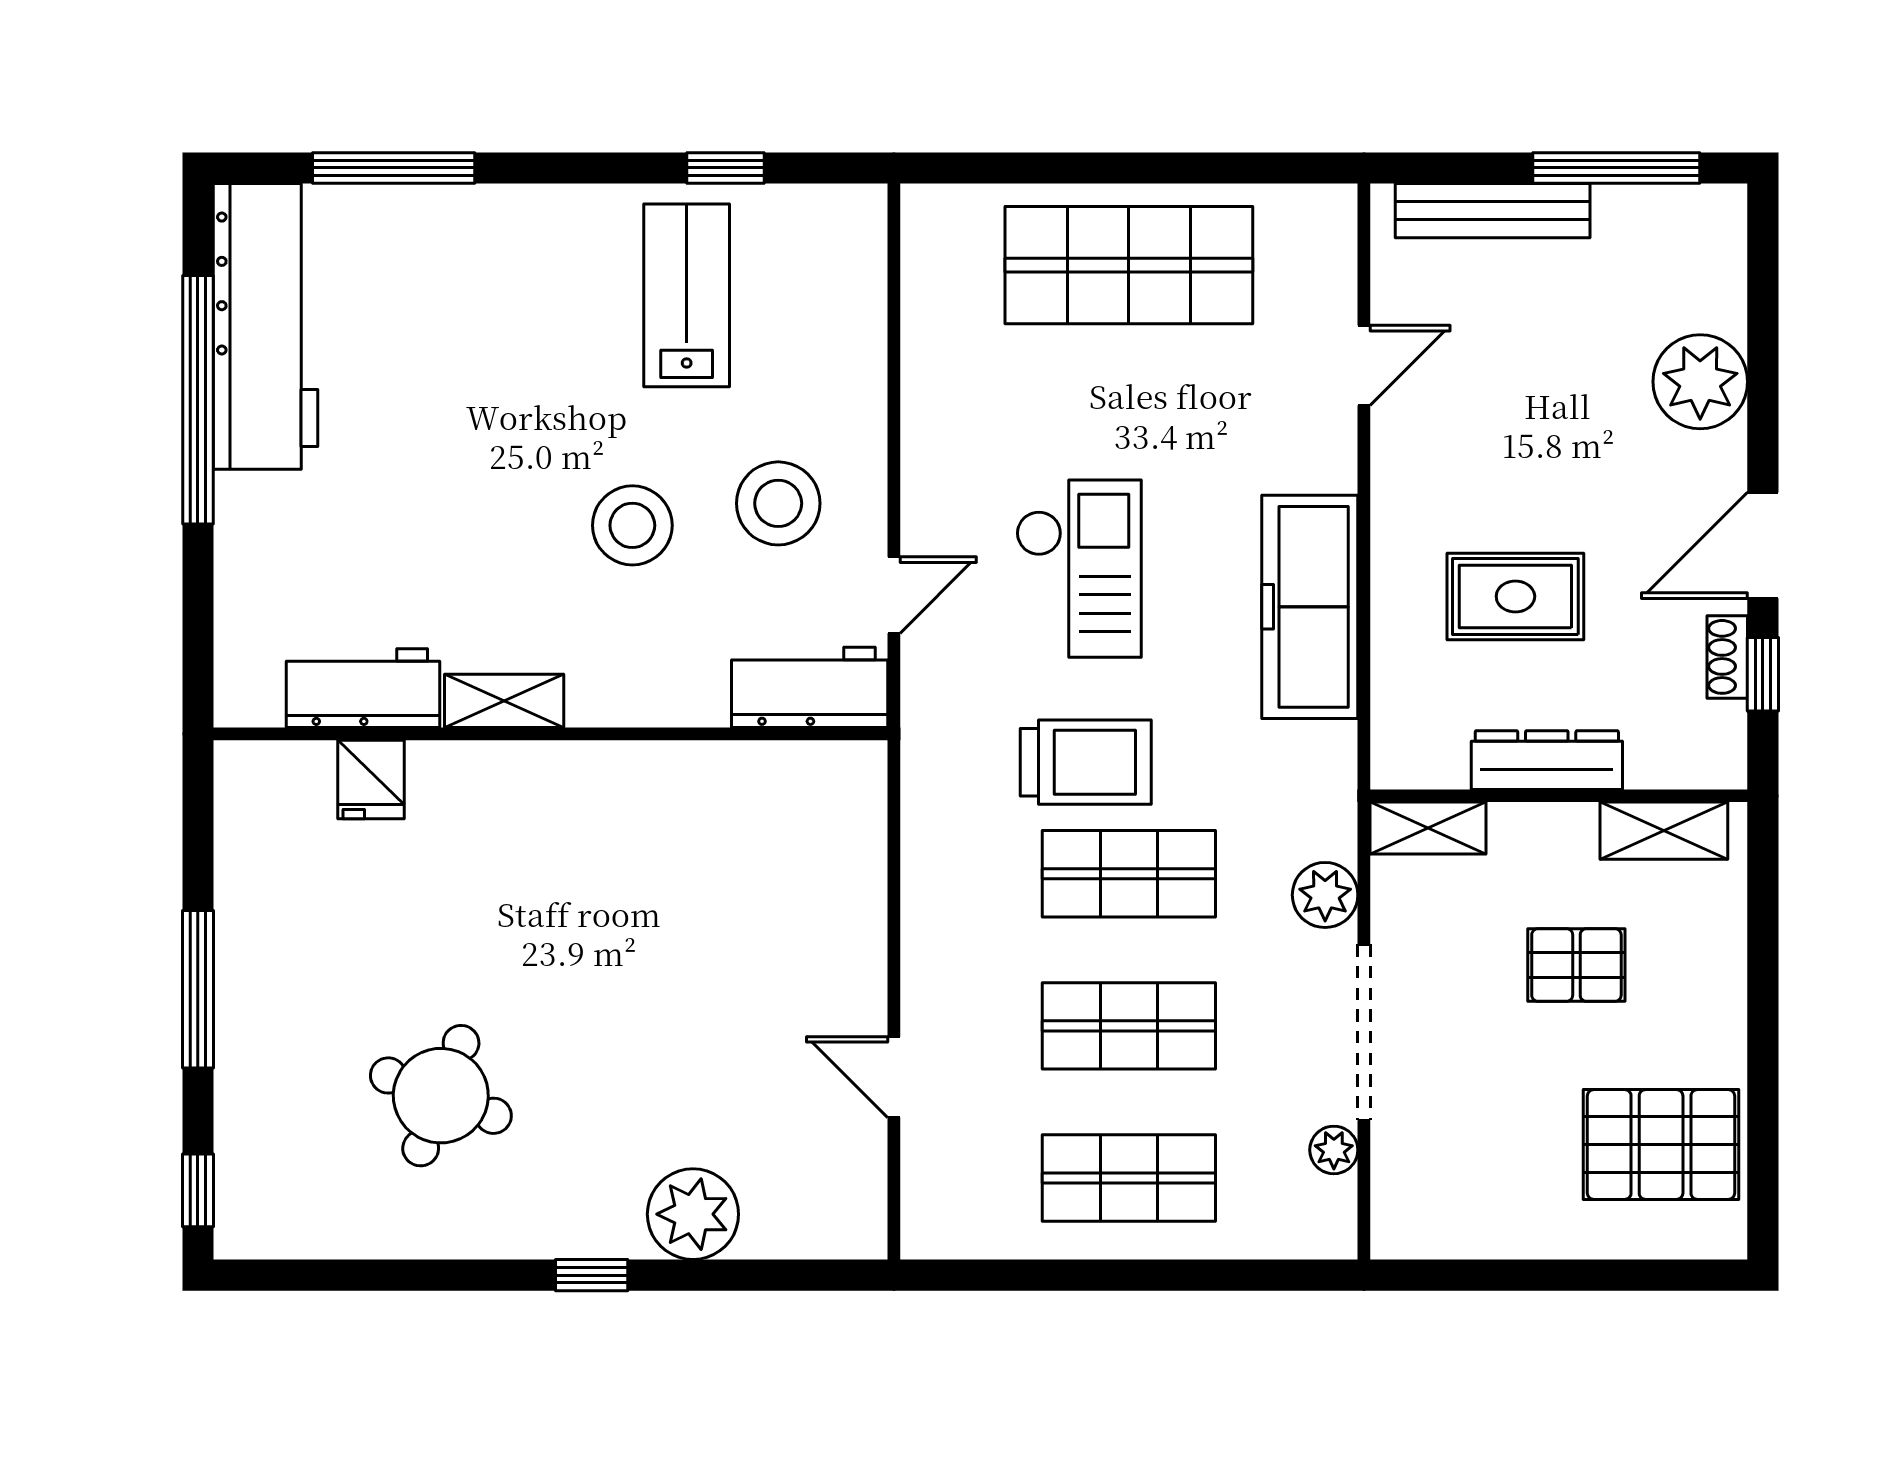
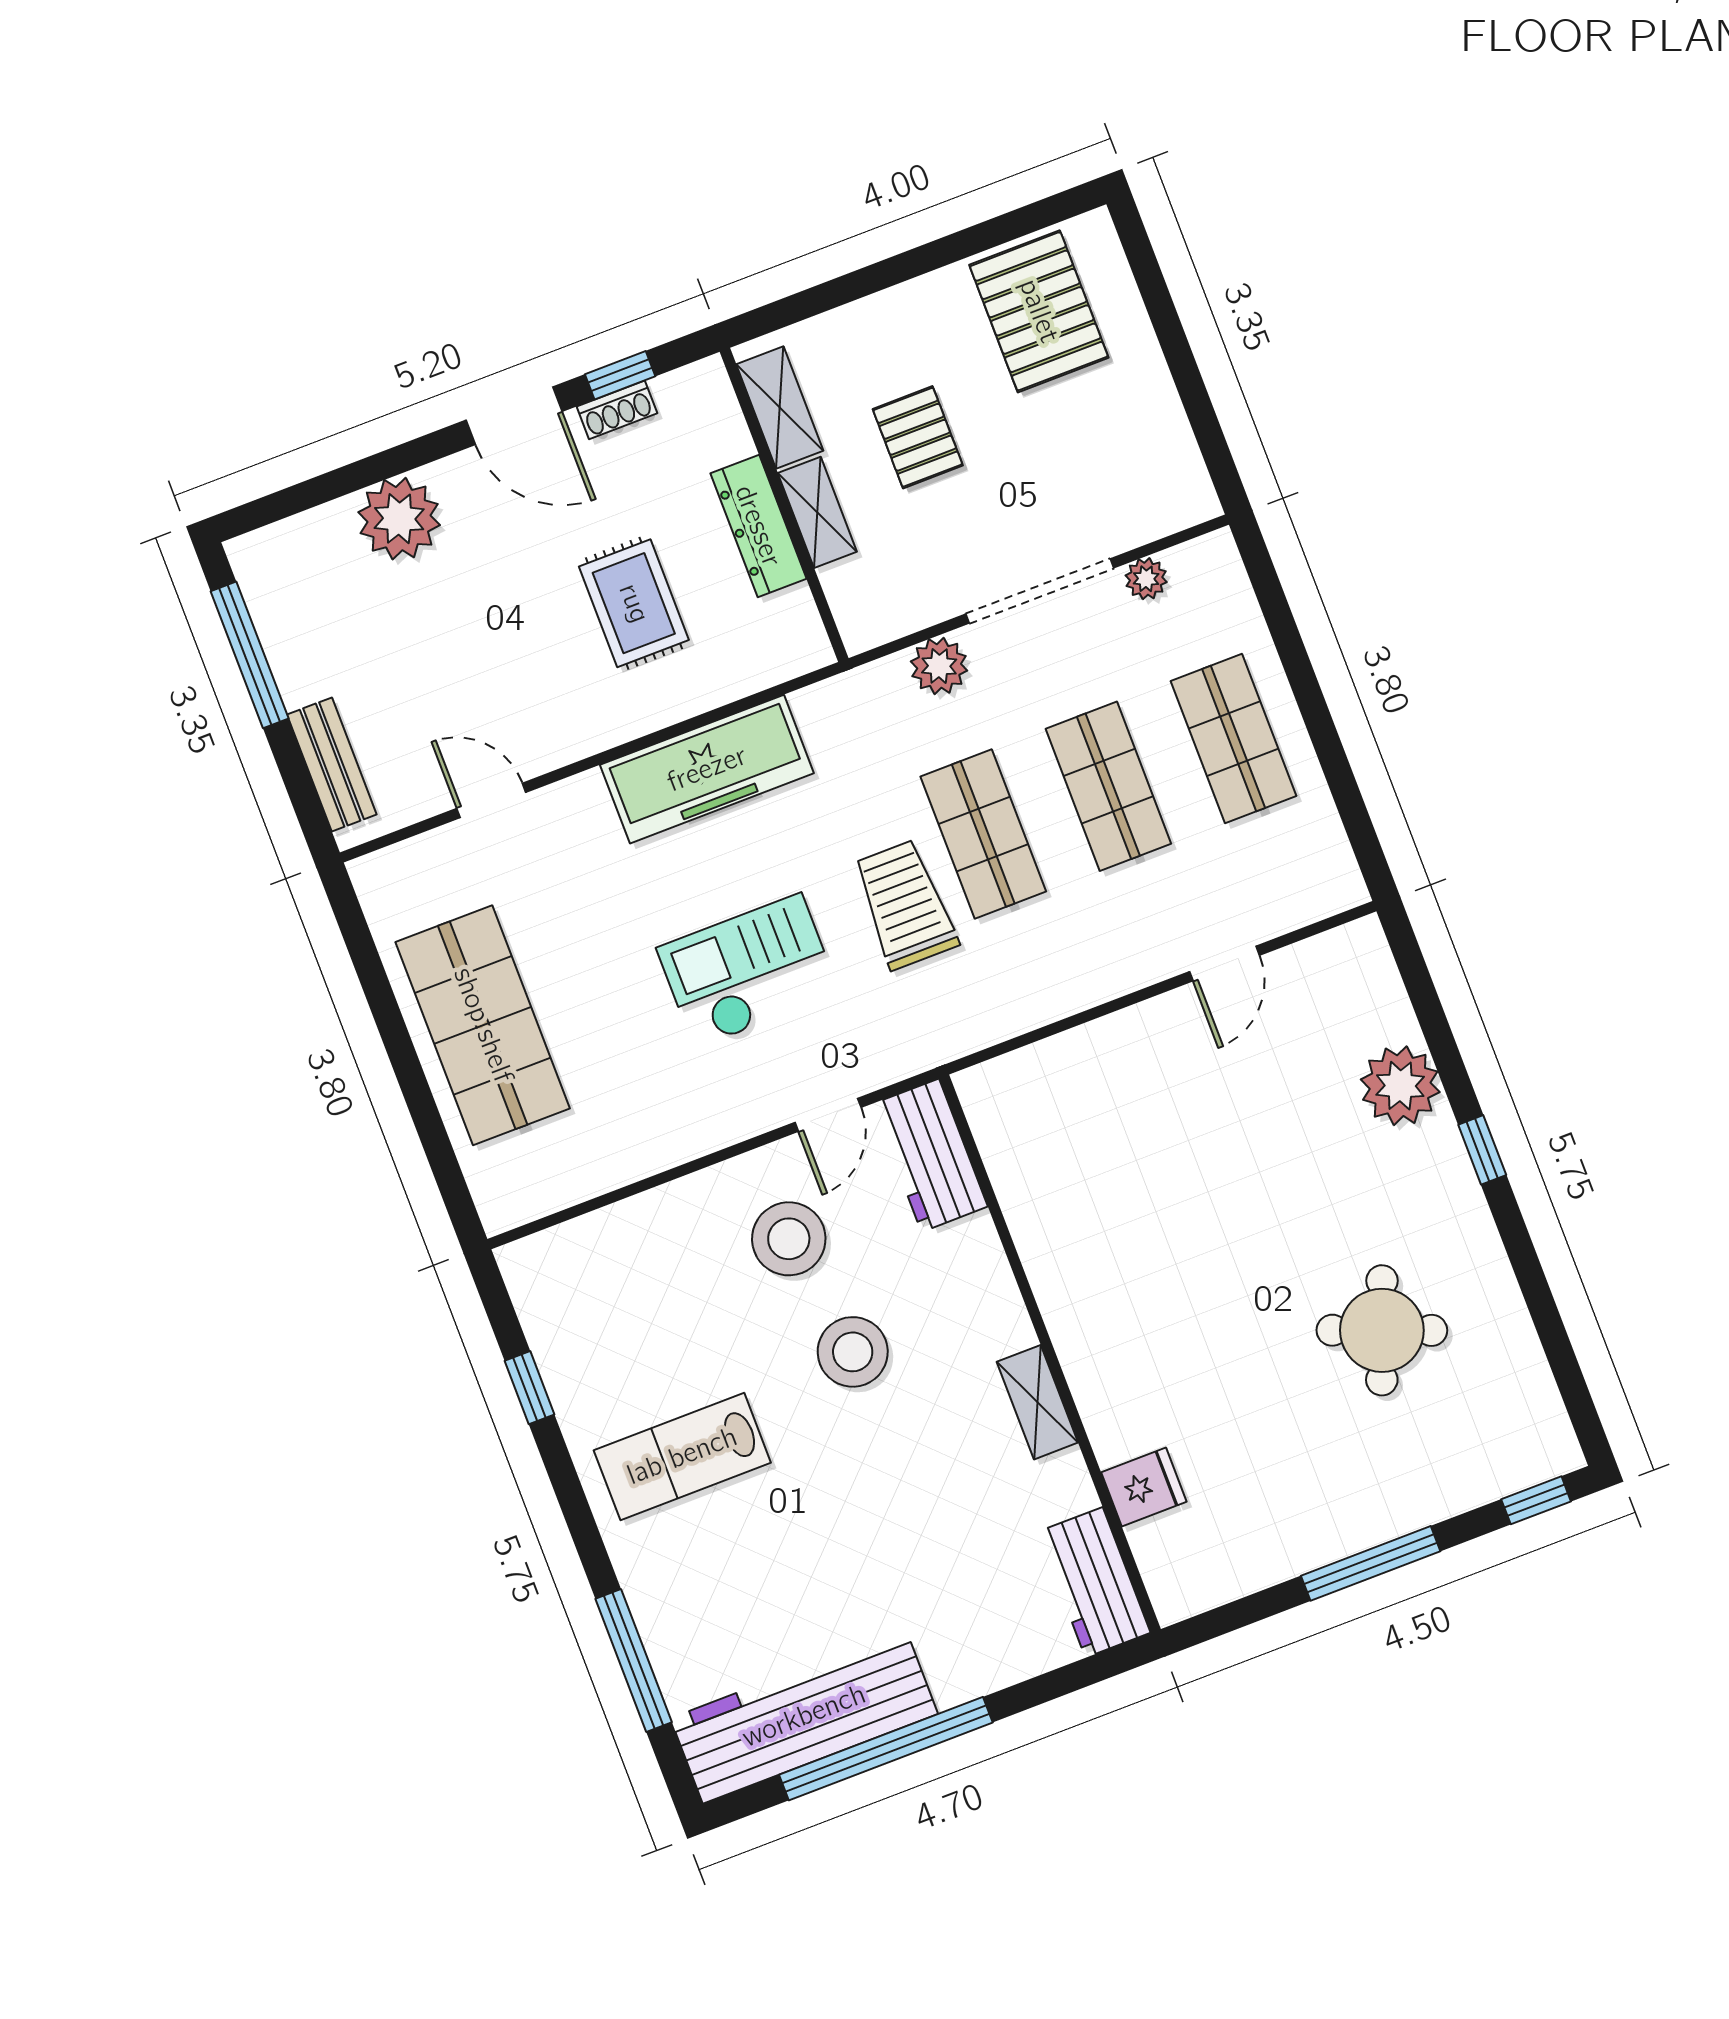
bench: (1493, 211) -> (332, 764), width x0.73
lab bench: (687, 295) -> (682, 1456), moved
door: (894, 595) -> (828, 1115), swing flipped
workbench: (363, 688) -> (1094, 1582), moved
shelving: (1428, 828) -> (817, 512), moved

